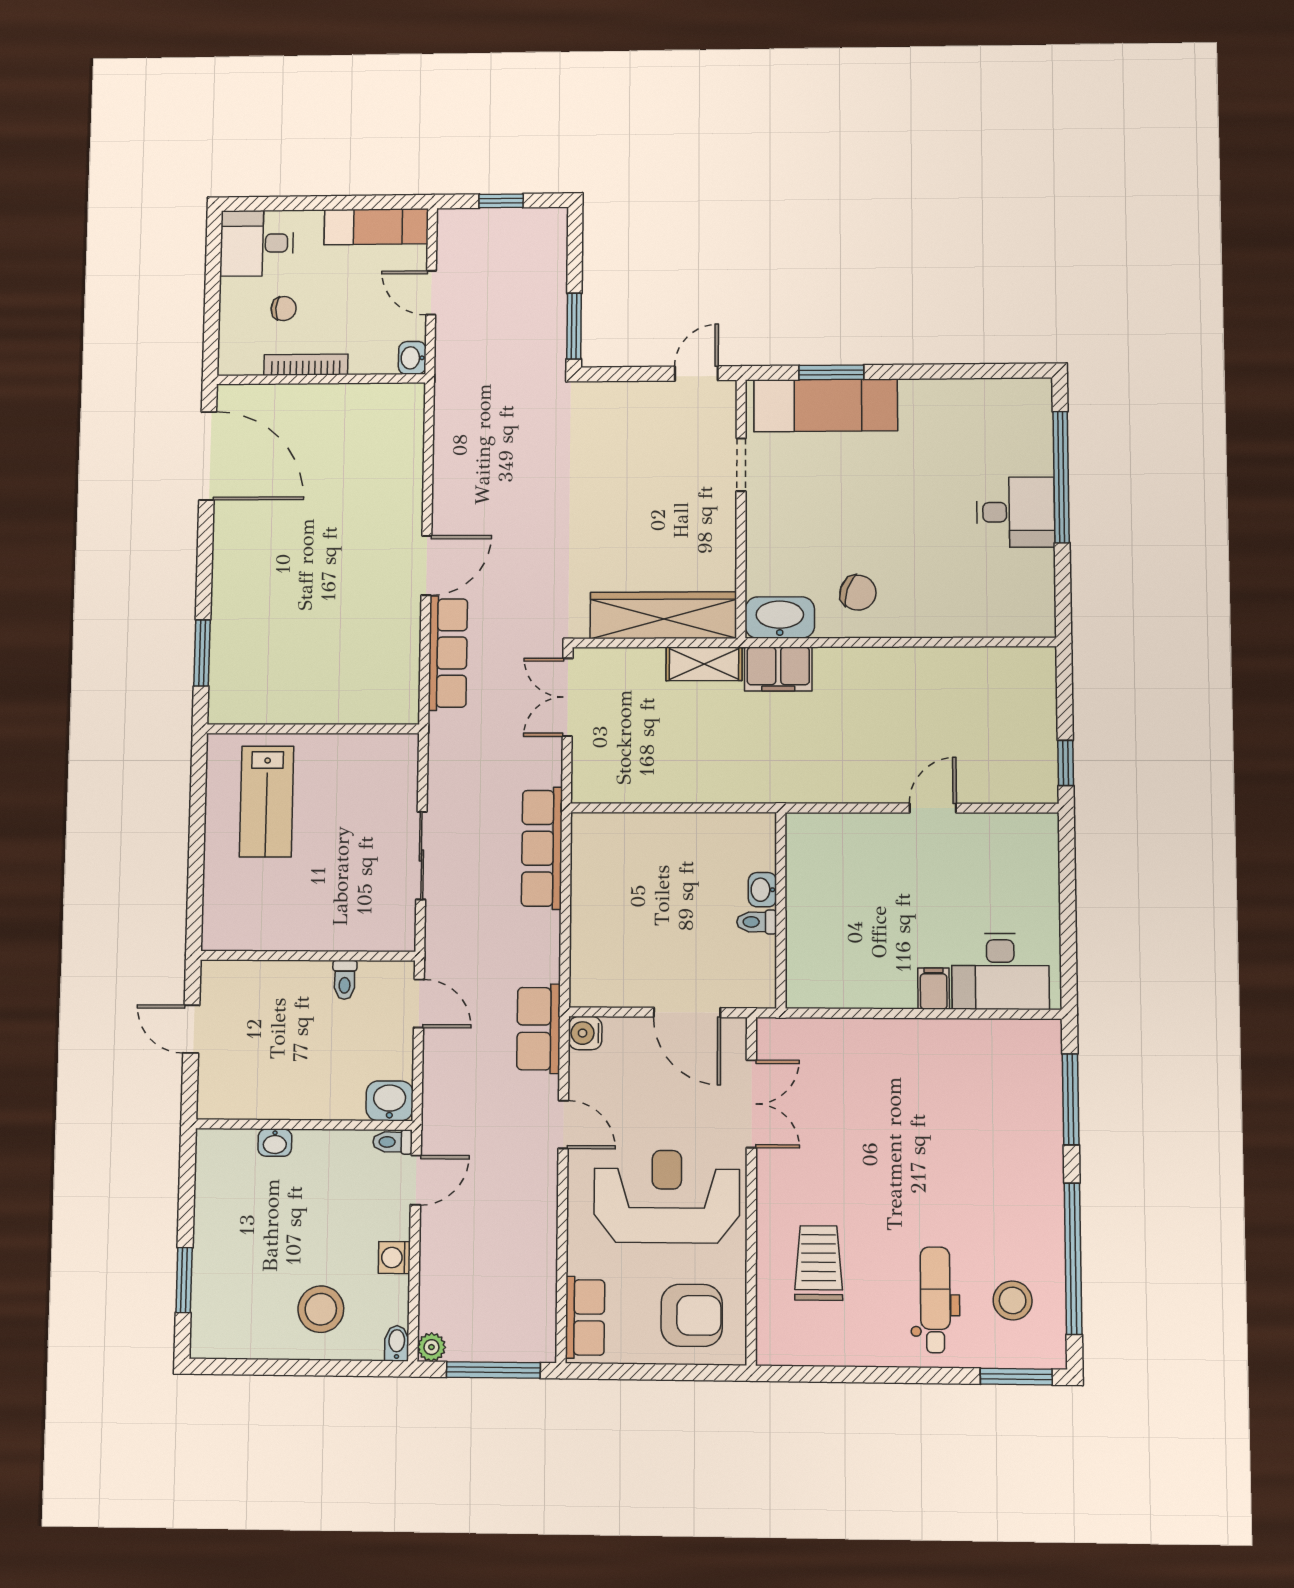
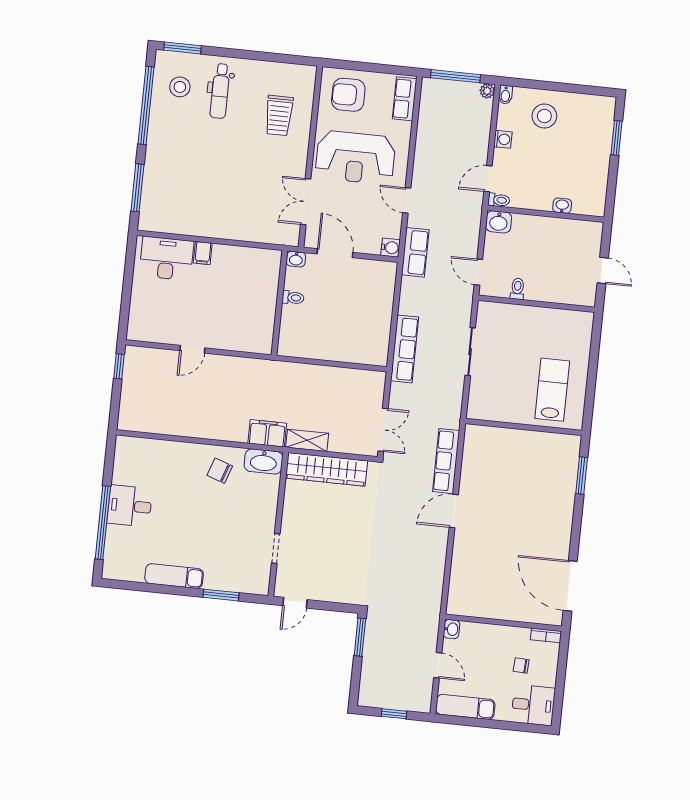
bookcase: (306, 365) -> (546, 635), moved, width x0.64
exam couch: (826, 405) -> (174, 576), moved, width x0.73, depth x0.69
washbasin: (762, 890) -> (296, 259), moved, turned 90

